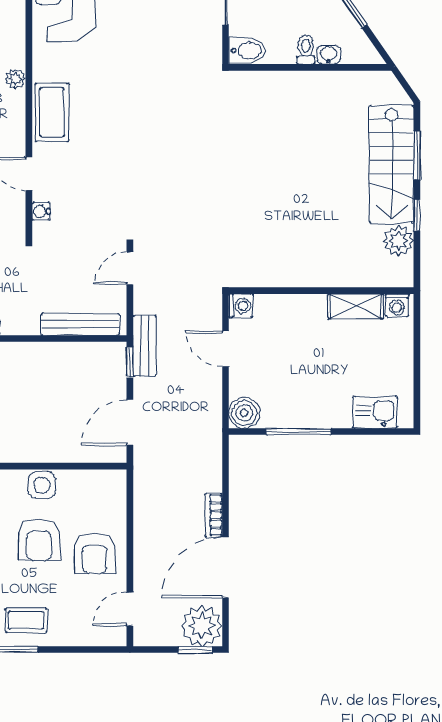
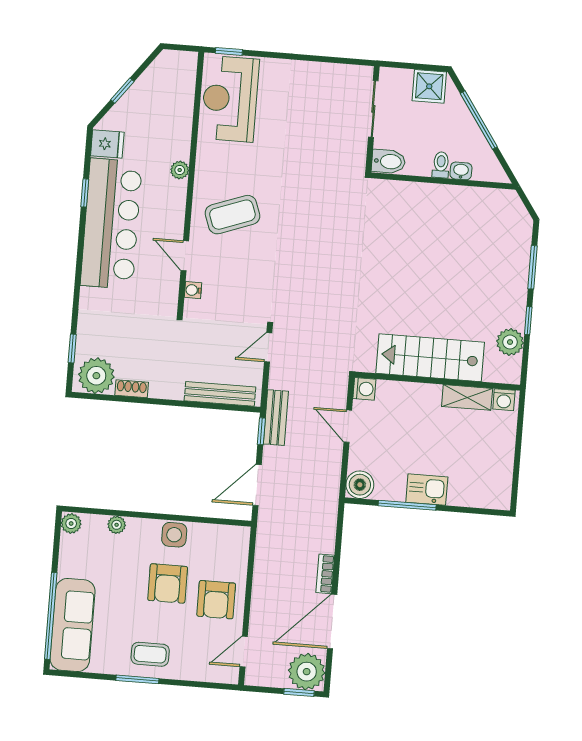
coffee table: (52, 112) -> (232, 215), moved, turned 70
stairs: (391, 164) -> (430, 358), moved, turned 90
kitchen sink: (375, 412) -> (427, 490), moved

